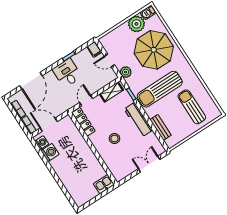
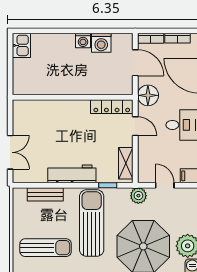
door: (110, 61) -> (165, 185), hinge flipped
floor lamp: (63, 105) -> (148, 95), added
door: (49, 125) -> (135, 63), hinge flipped
stool: (114, 139) -> (68, 131), removed
washing machine: (42, 143) -> (83, 40), moved
kitchen sink: (104, 184) -> (21, 45), moved

